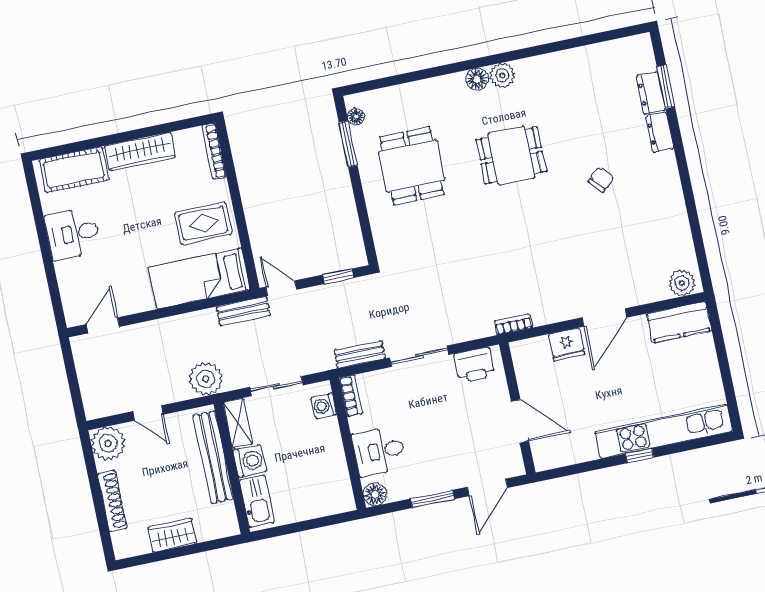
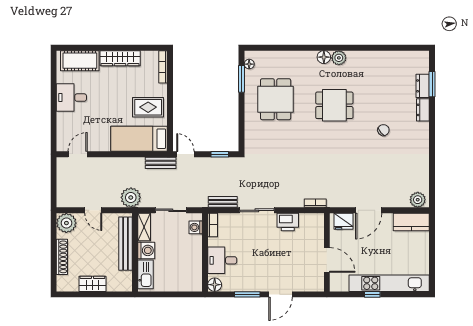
wall: (517, 408) -> (327, 252), moved
door: (520, 421) -> (327, 260), moved

